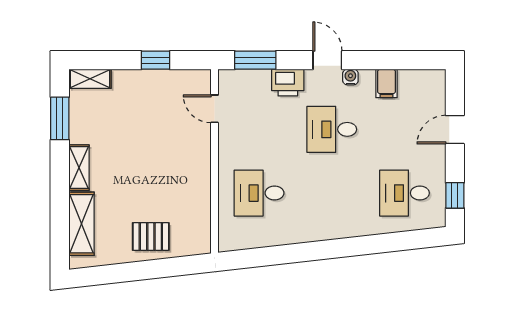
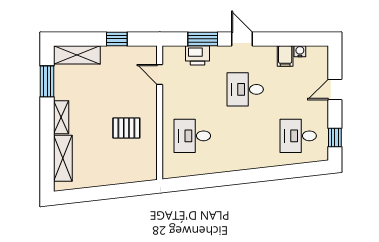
window: (255, 60) -> (203, 39), moved
water cooler: (350, 77) -> (300, 51), moved
shelving: (90, 79) -> (77, 55), width x1.50, depth x1.33
printer: (288, 83) -> (198, 55), moved
pallet: (151, 237) -> (126, 128), moved

